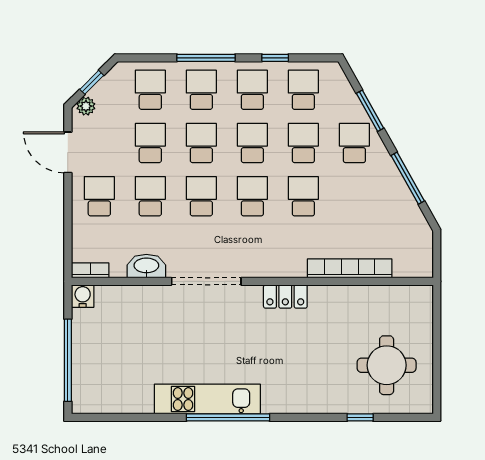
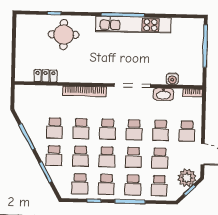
plant: (86, 106) -> (187, 178), width x1.88, depth x1.88
school desk: (354, 196) -> (55, 128), added
bookcase: (350, 268) -> (85, 91), moved
water cooler: (83, 296) -> (172, 79), moved
locker: (285, 296) -> (45, 76), moved
round table: (387, 365) -> (64, 35), moved
kitchen unit: (207, 399) -> (133, 25), width x1.36

